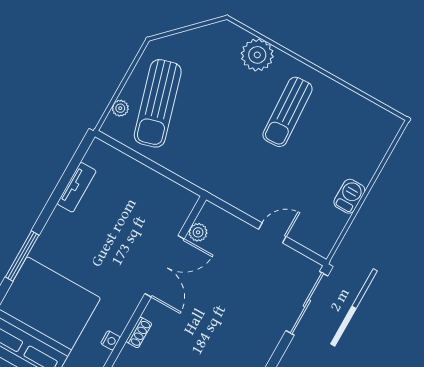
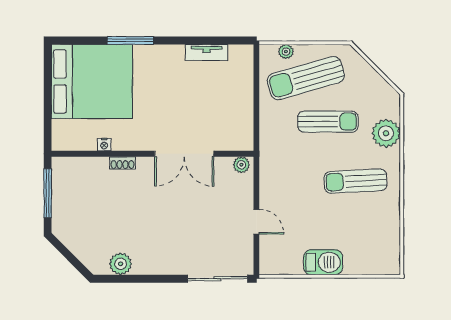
sun lounger: (213, 106) -> (328, 122), added
barbecue: (349, 196) -> (323, 262), width x1.38, depth x1.27
plant: (198, 232) -> (241, 165), moved

